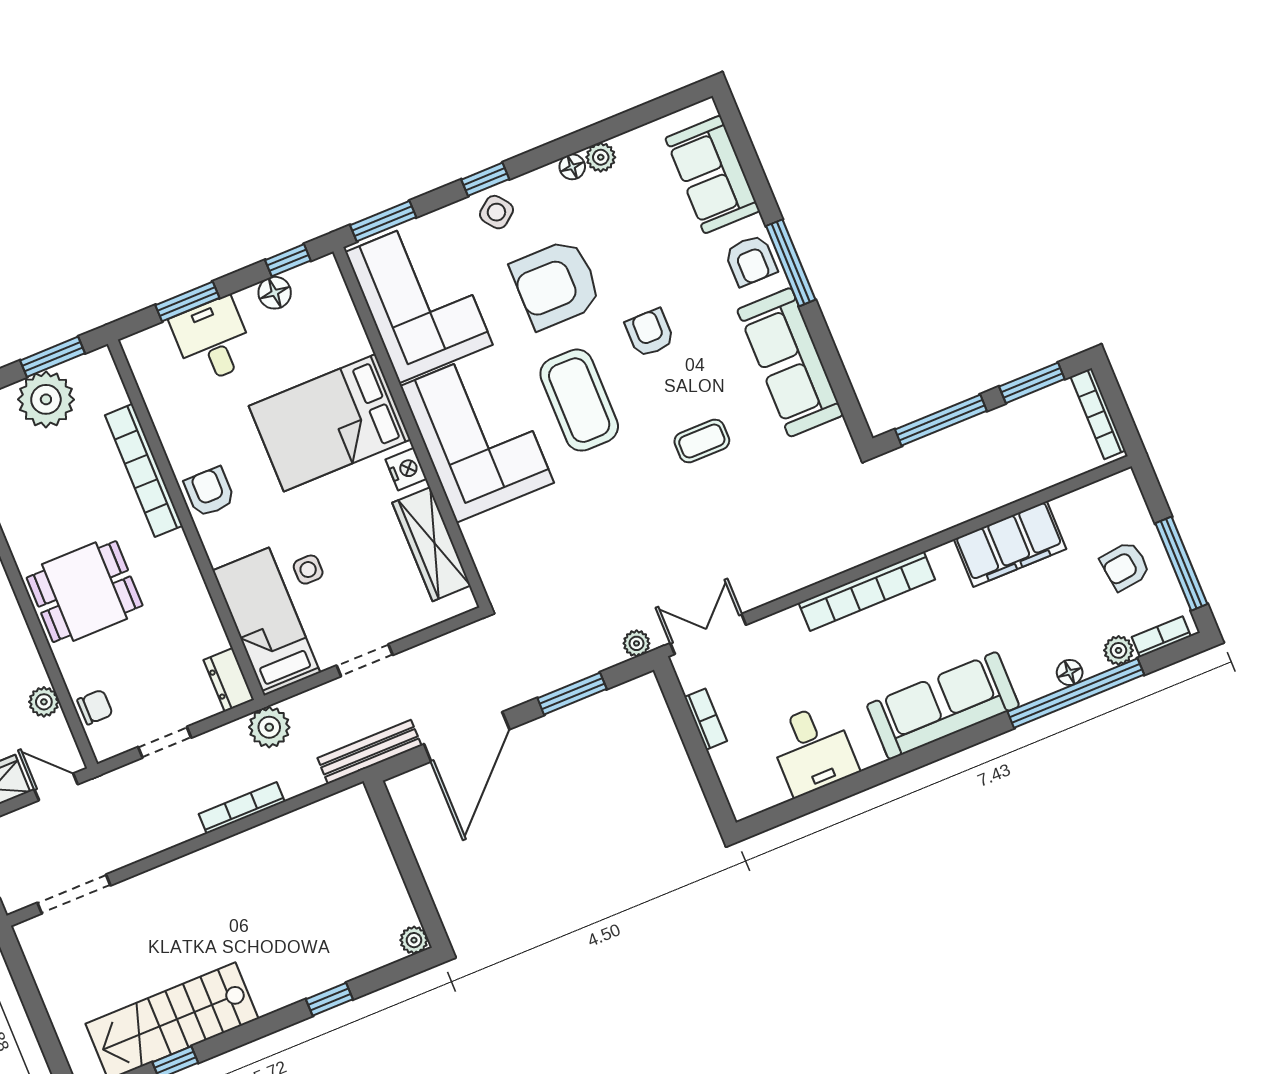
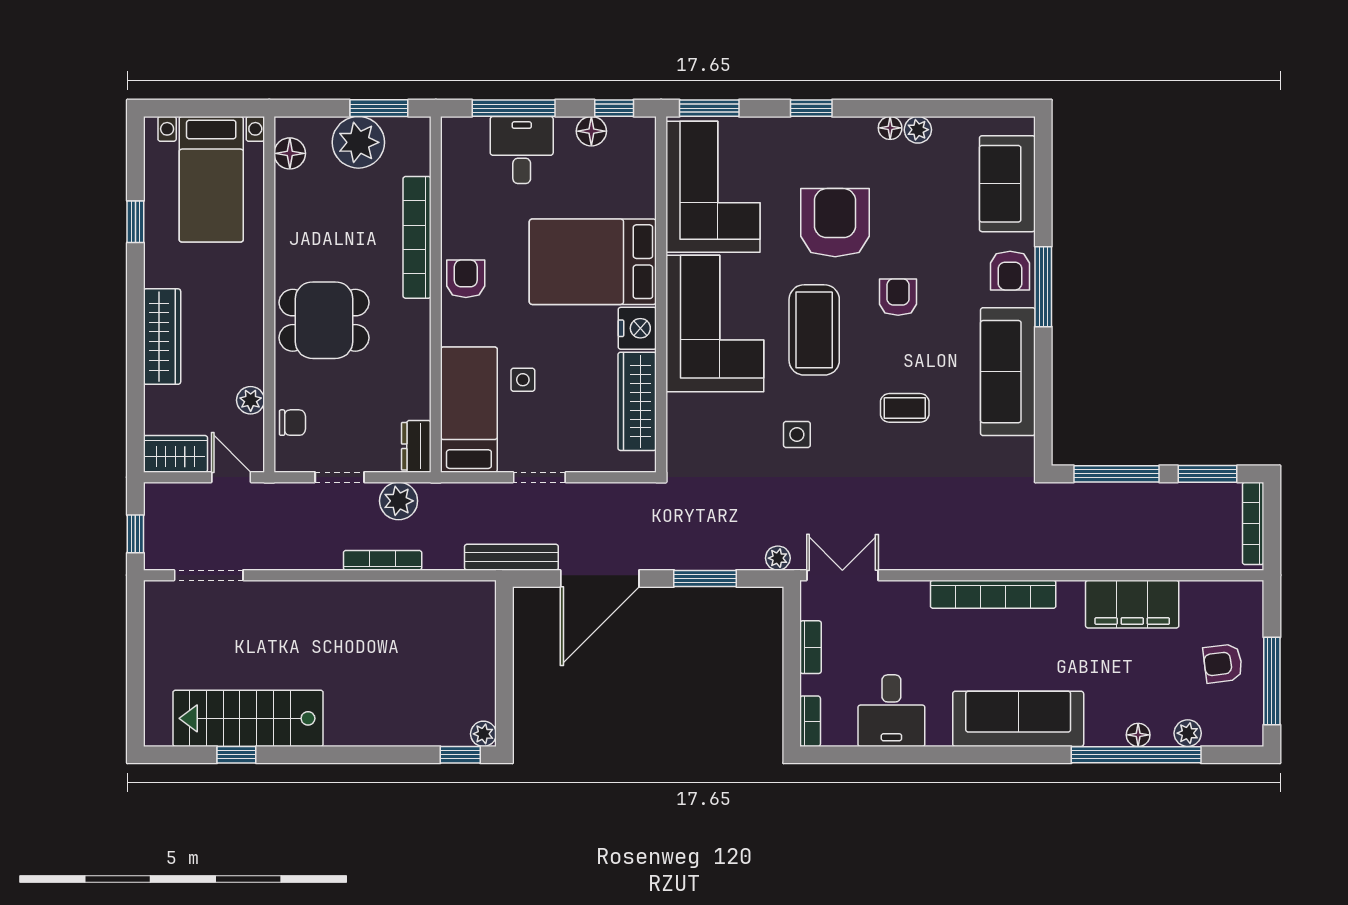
side table: (496, 212) -> (797, 434), moved, turned 38
armchair: (556, 284) -> (835, 223), turned 90
window: (187, 302) -> (514, 108), width x1.44
nightstand: (406, 469) -> (637, 328), width x1.36, depth x1.33
bookcase: (1161, 637) -> (810, 721), moved, turned 90
plant: (269, 727) -> (399, 501), moved
window: (329, 999) -> (460, 755), moved

